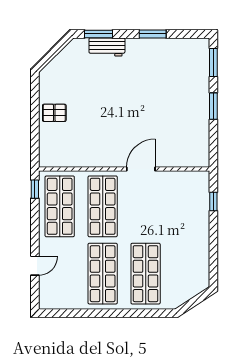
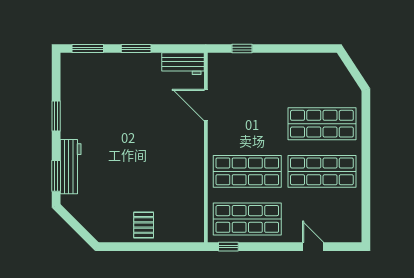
workbench: (107, 47) -> (71, 167), width x1.38
workbench: (200, 148) -> (183, 64), added
door: (141, 169) -> (206, 105), moved

